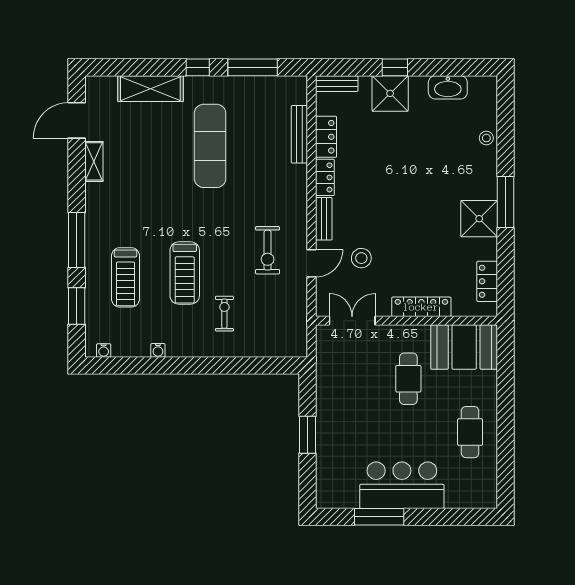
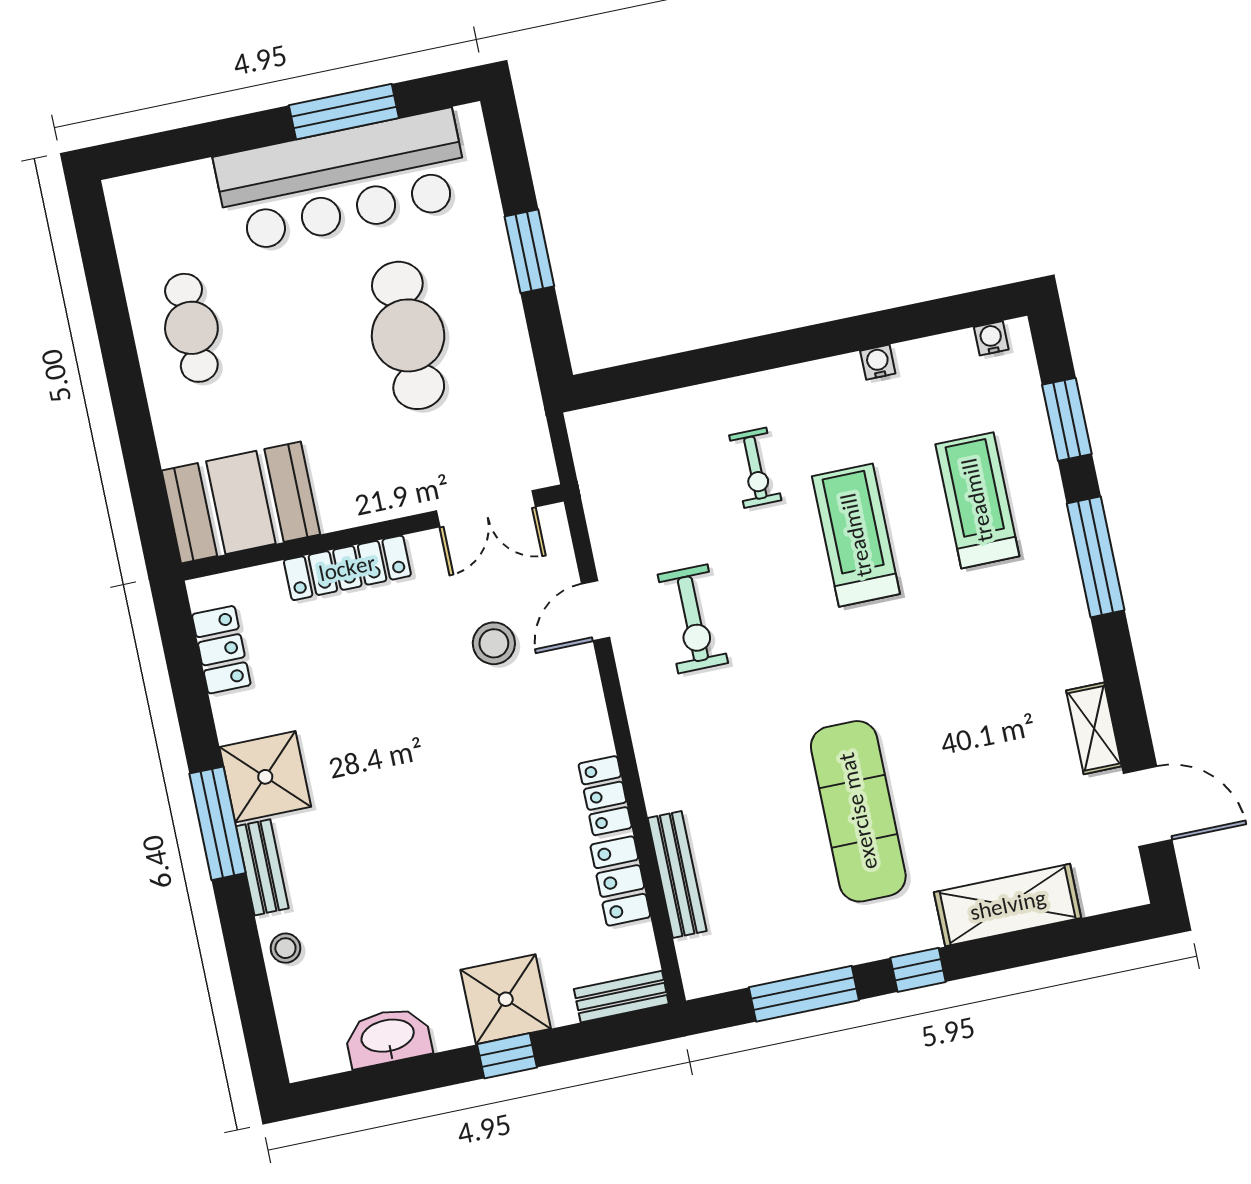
door: (77, 120) -> (1148, 806), hinge flipped
bench: (324, 219) -> (262, 867), moved
exercise bike: (268, 250) -> (693, 619), turned 180
cafe table: (408, 379) -> (408, 335), moved, width x1.37, depth x1.35
bar counter: (402, 485) -> (342, 181), width x1.36

